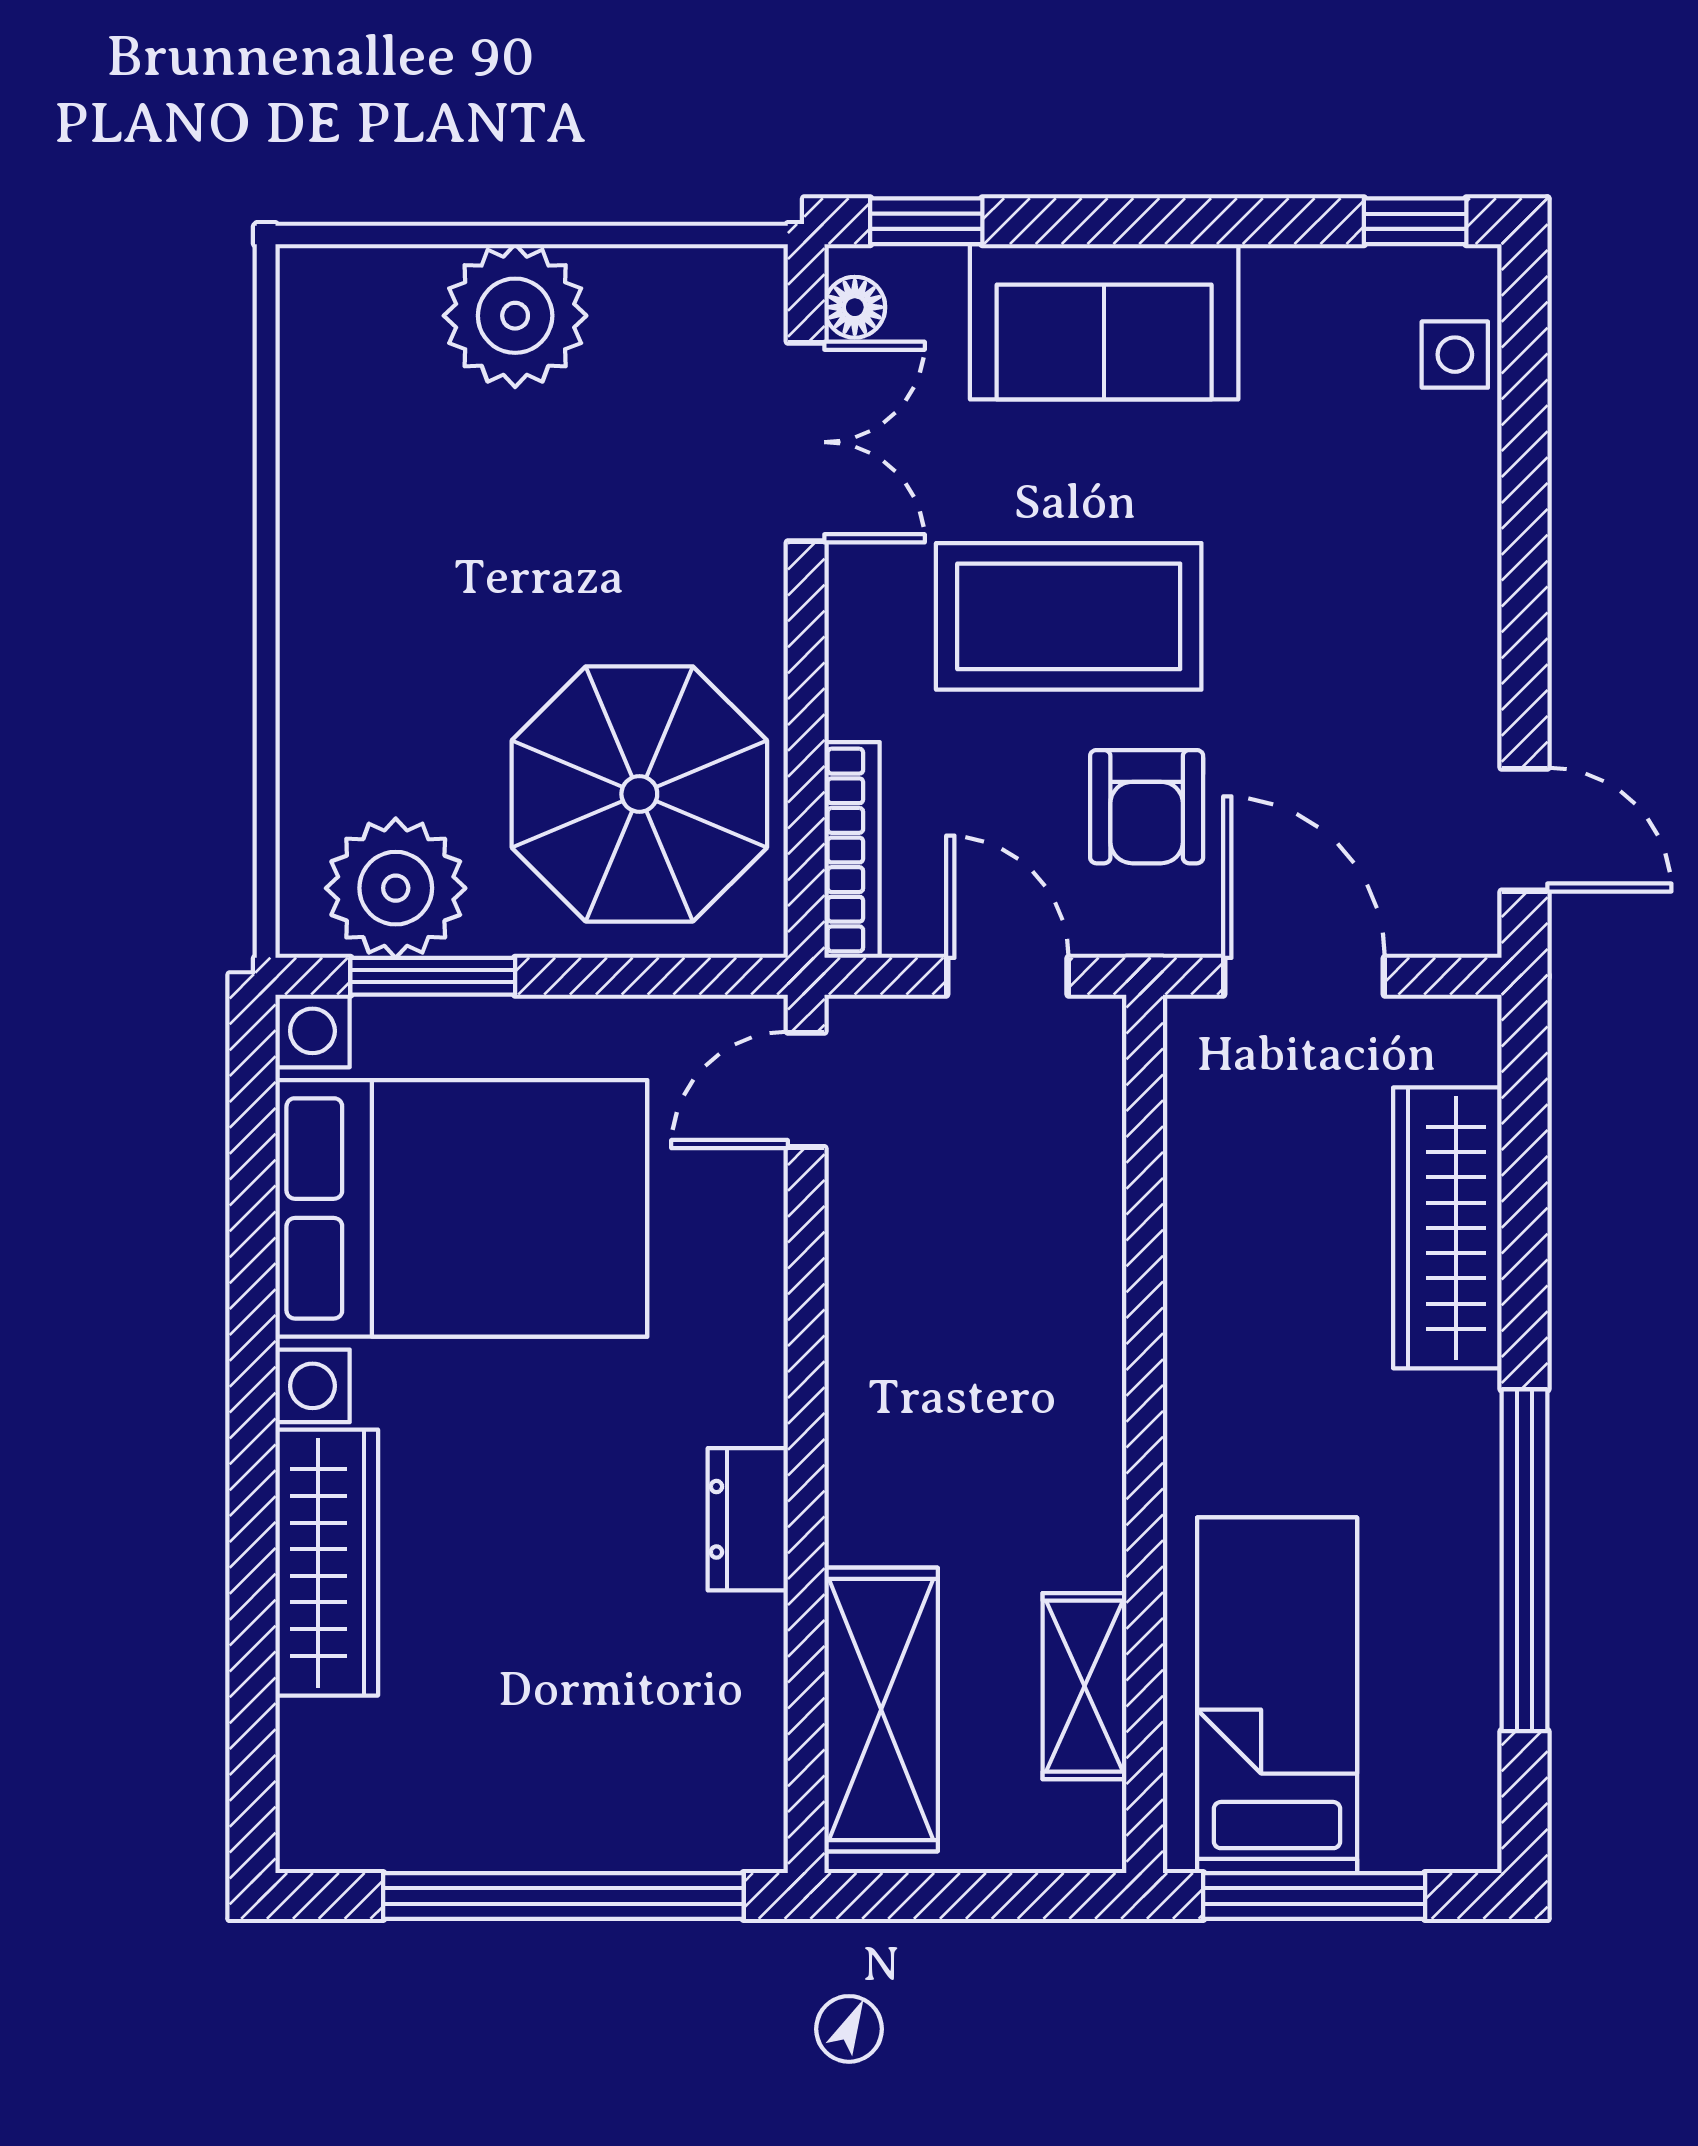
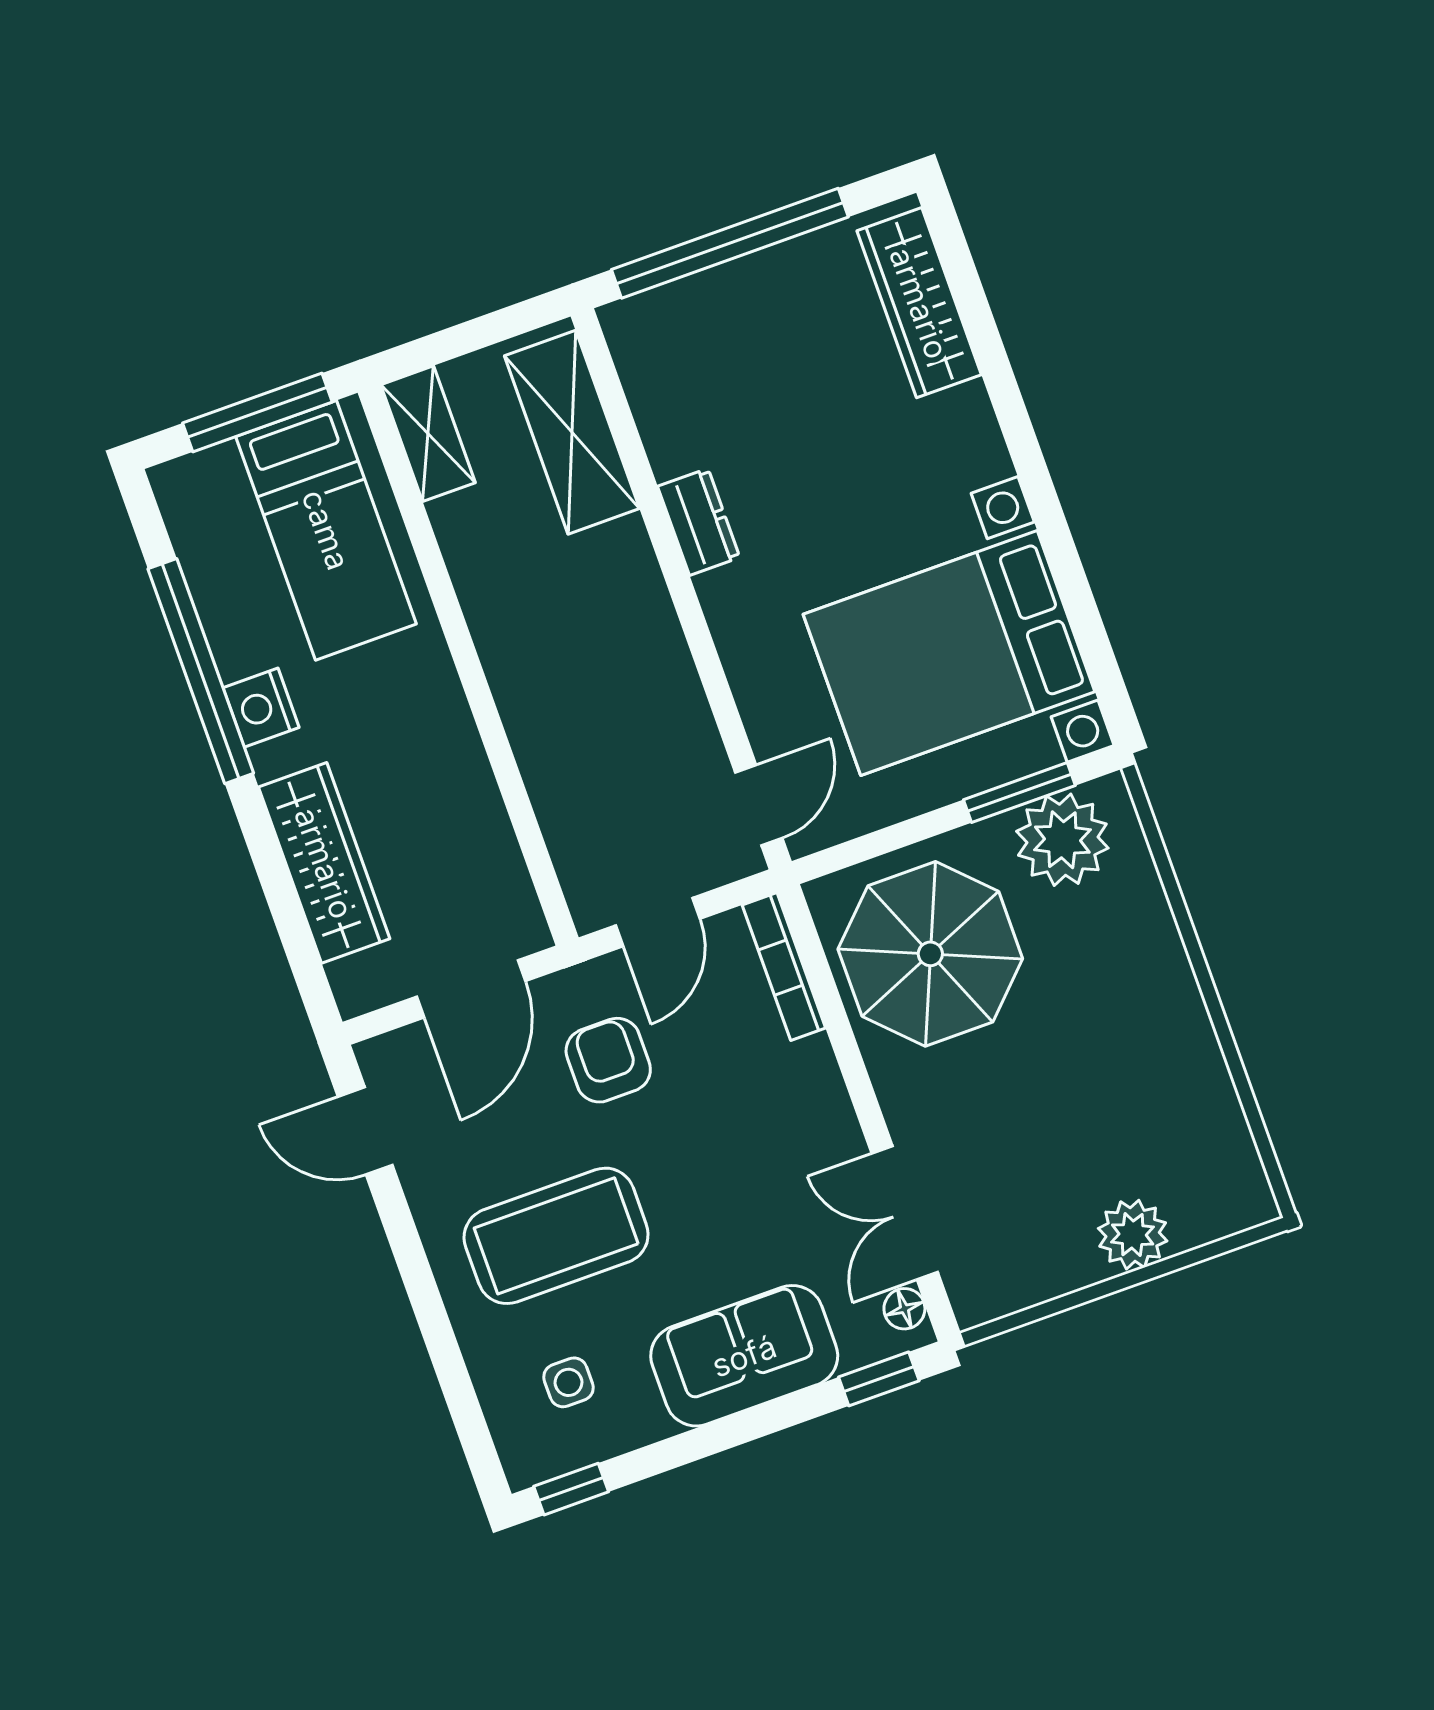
plant: (515, 316) -> (1133, 1235), width x0.73, depth x0.73
side table: (1455, 355) -> (569, 1382), moved
coffee table: (1069, 616) -> (556, 1236), moved
door: (1007, 976) -> (658, 922), hinge flipped
door: (1304, 976) -> (471, 989), hinge flipped
nightstand: (1458, 1478) -> (261, 708), added
wardrobe: (327, 1563) -> (919, 303), moved
shelving: (1084, 1686) -> (428, 434), moved

